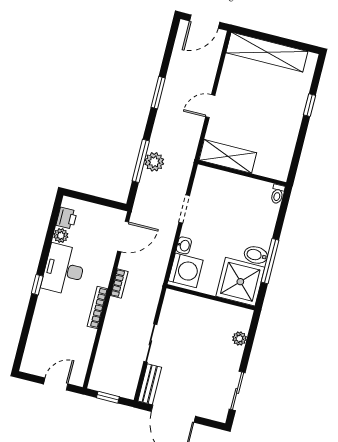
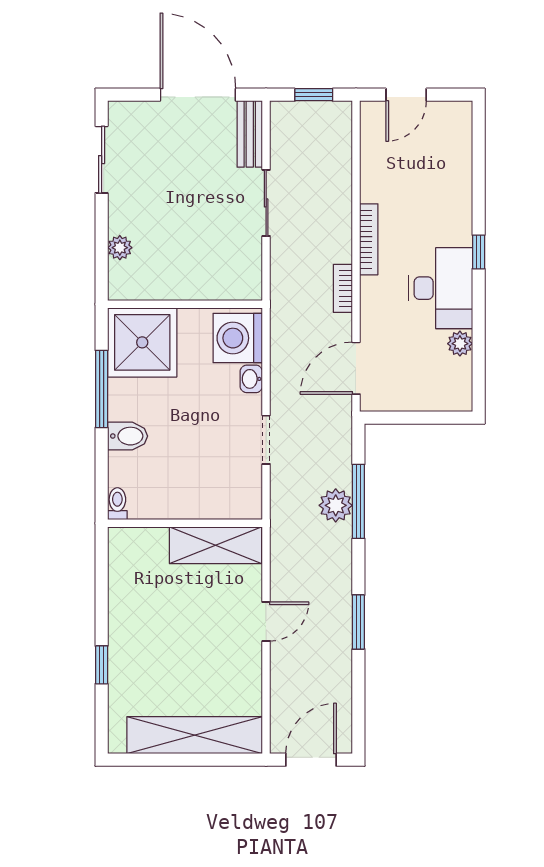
printer: (67, 218) -> (458, 375), removed
bidet: (256, 255) -> (128, 436), moved

